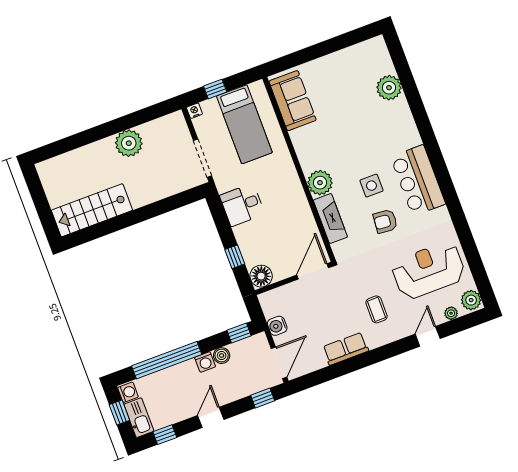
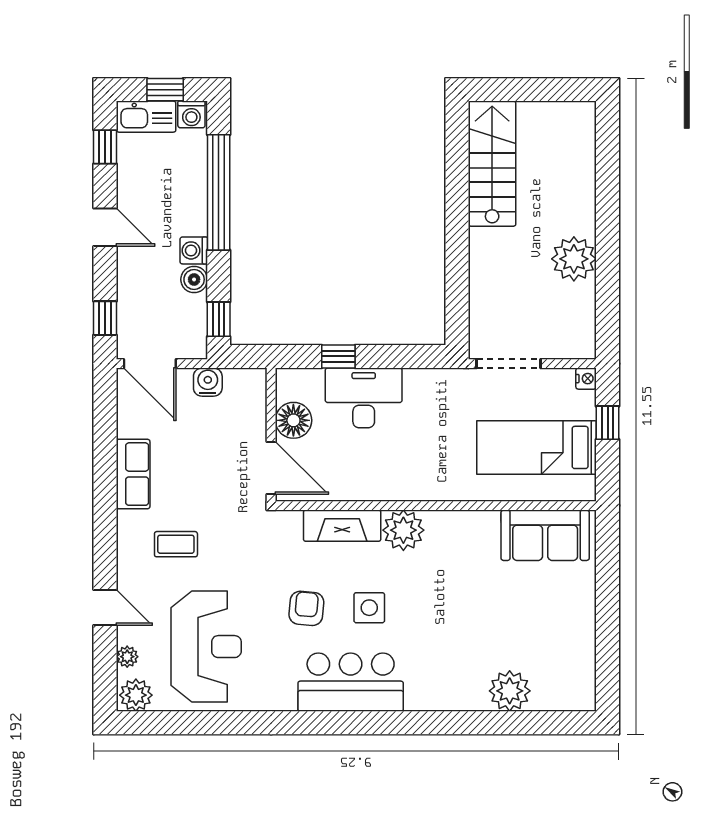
desk: (242, 205) -> (364, 398), moved, width x1.37
floor lamp: (261, 276) -> (293, 420), moved

